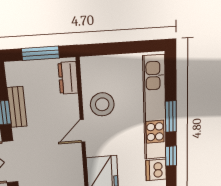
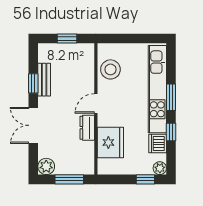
window: (40, 53) -> (67, 38), width x0.67
dresser: (68, 78) -> (87, 128), moved
stool: (102, 104) -> (110, 69), moved

